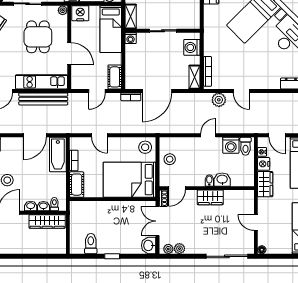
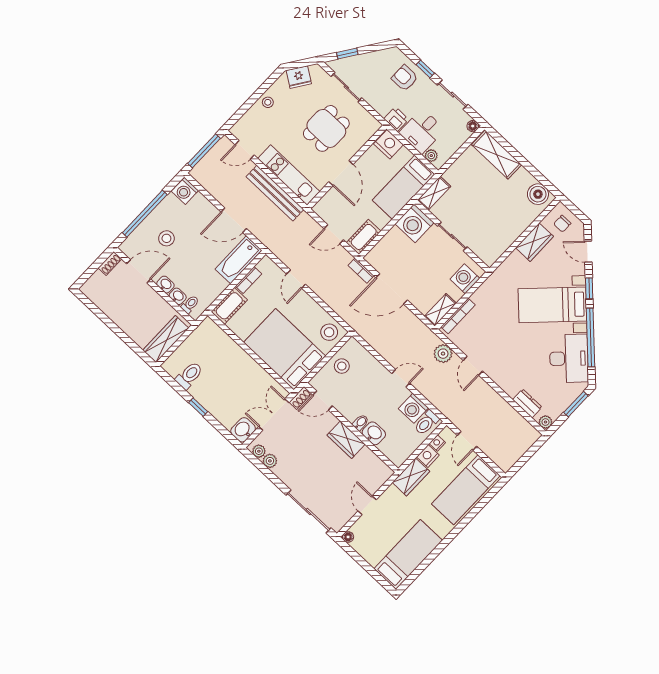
plant: (63, 10) -> (374, 125), removed
washing machine: (131, 38) -> (414, 223), width x1.89, depth x1.89
wardrobe: (47, 221) -> (166, 339), moved, turned 90

